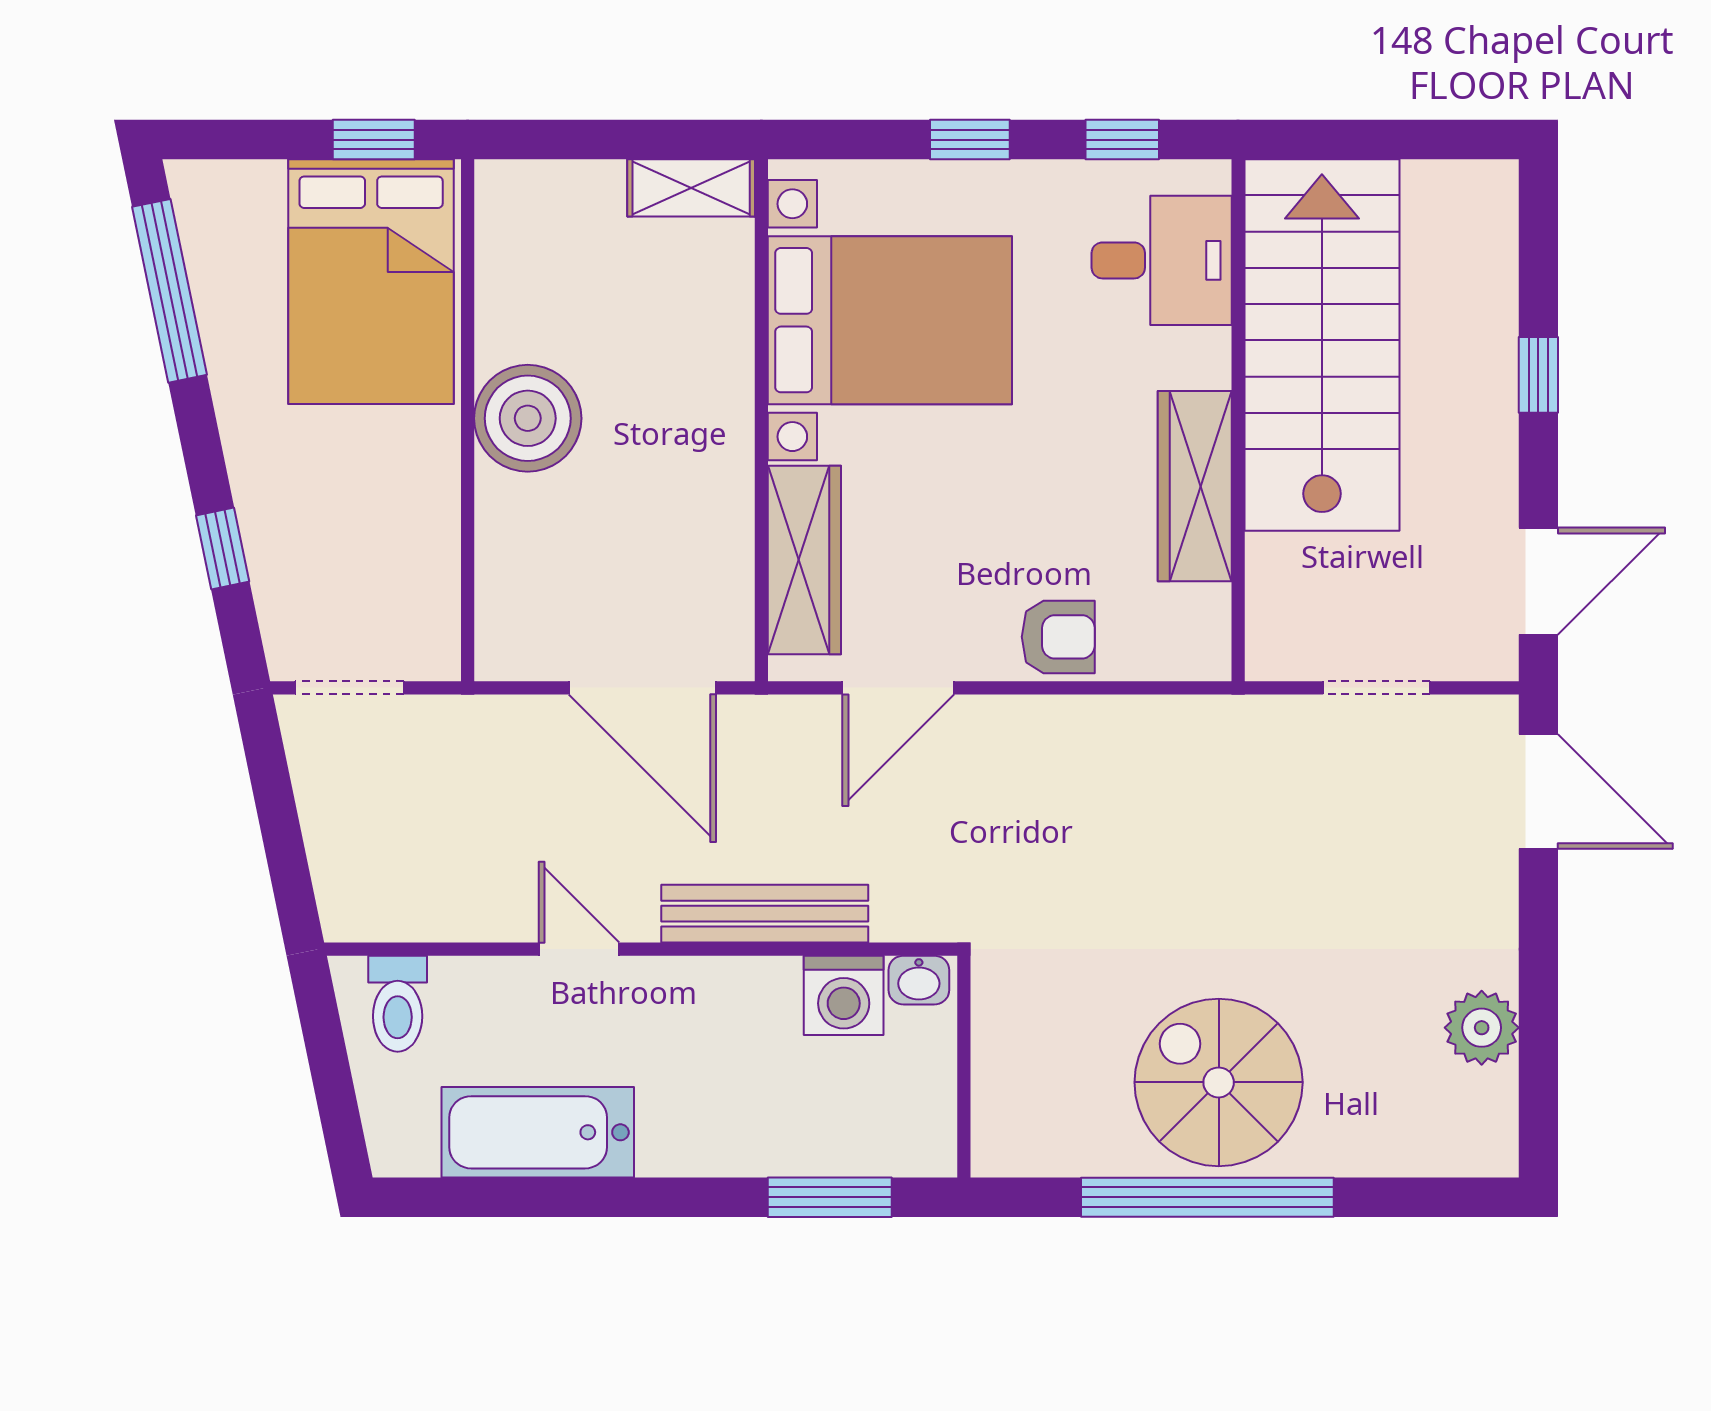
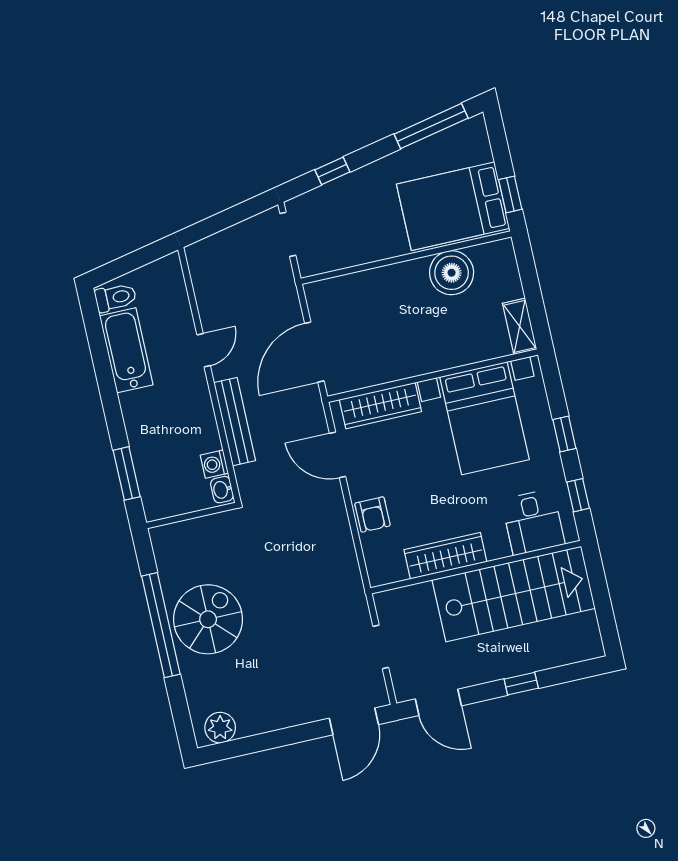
boiler: (528, 418) -> (452, 273), moved
washing machine: (844, 995) -> (214, 464), width x0.73, depth x0.73
toilet: (398, 1004) -> (116, 298), moved, turned 180
plant: (1482, 1028) -> (220, 728), moved

